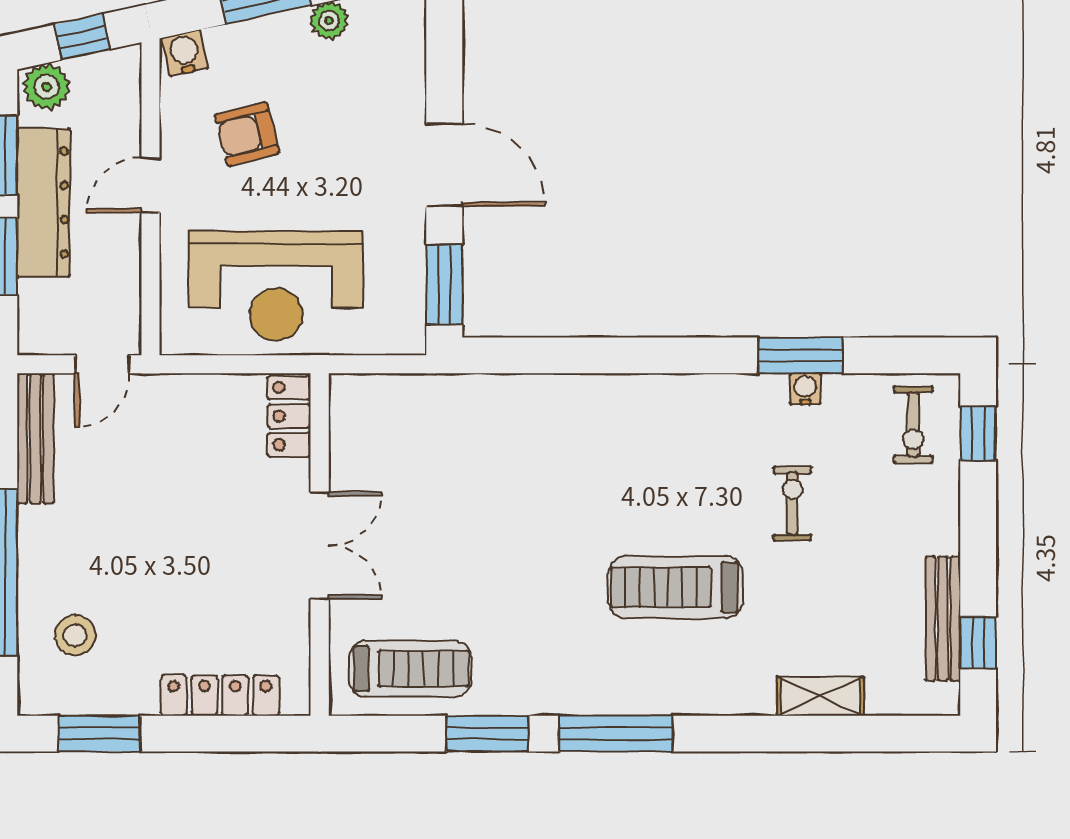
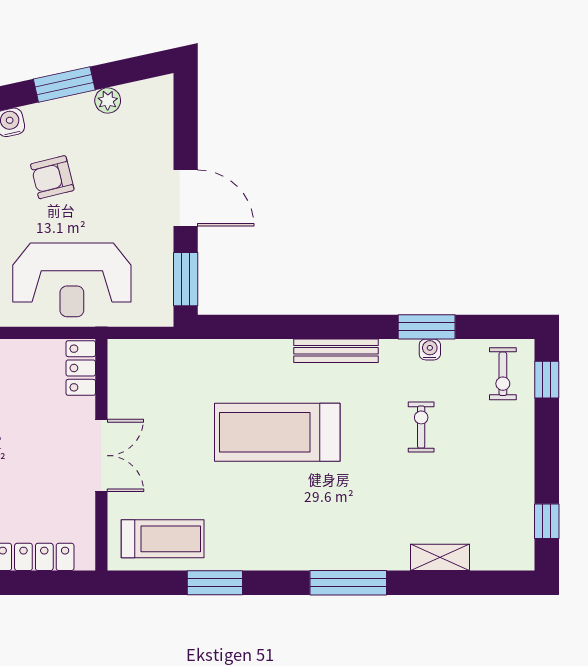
treadmill: (676, 587) -> (277, 432), moved, width x1.37, depth x1.37
bench: (943, 619) -> (336, 351), moved, turned 90
window: (616, 734) -> (348, 583), moved

